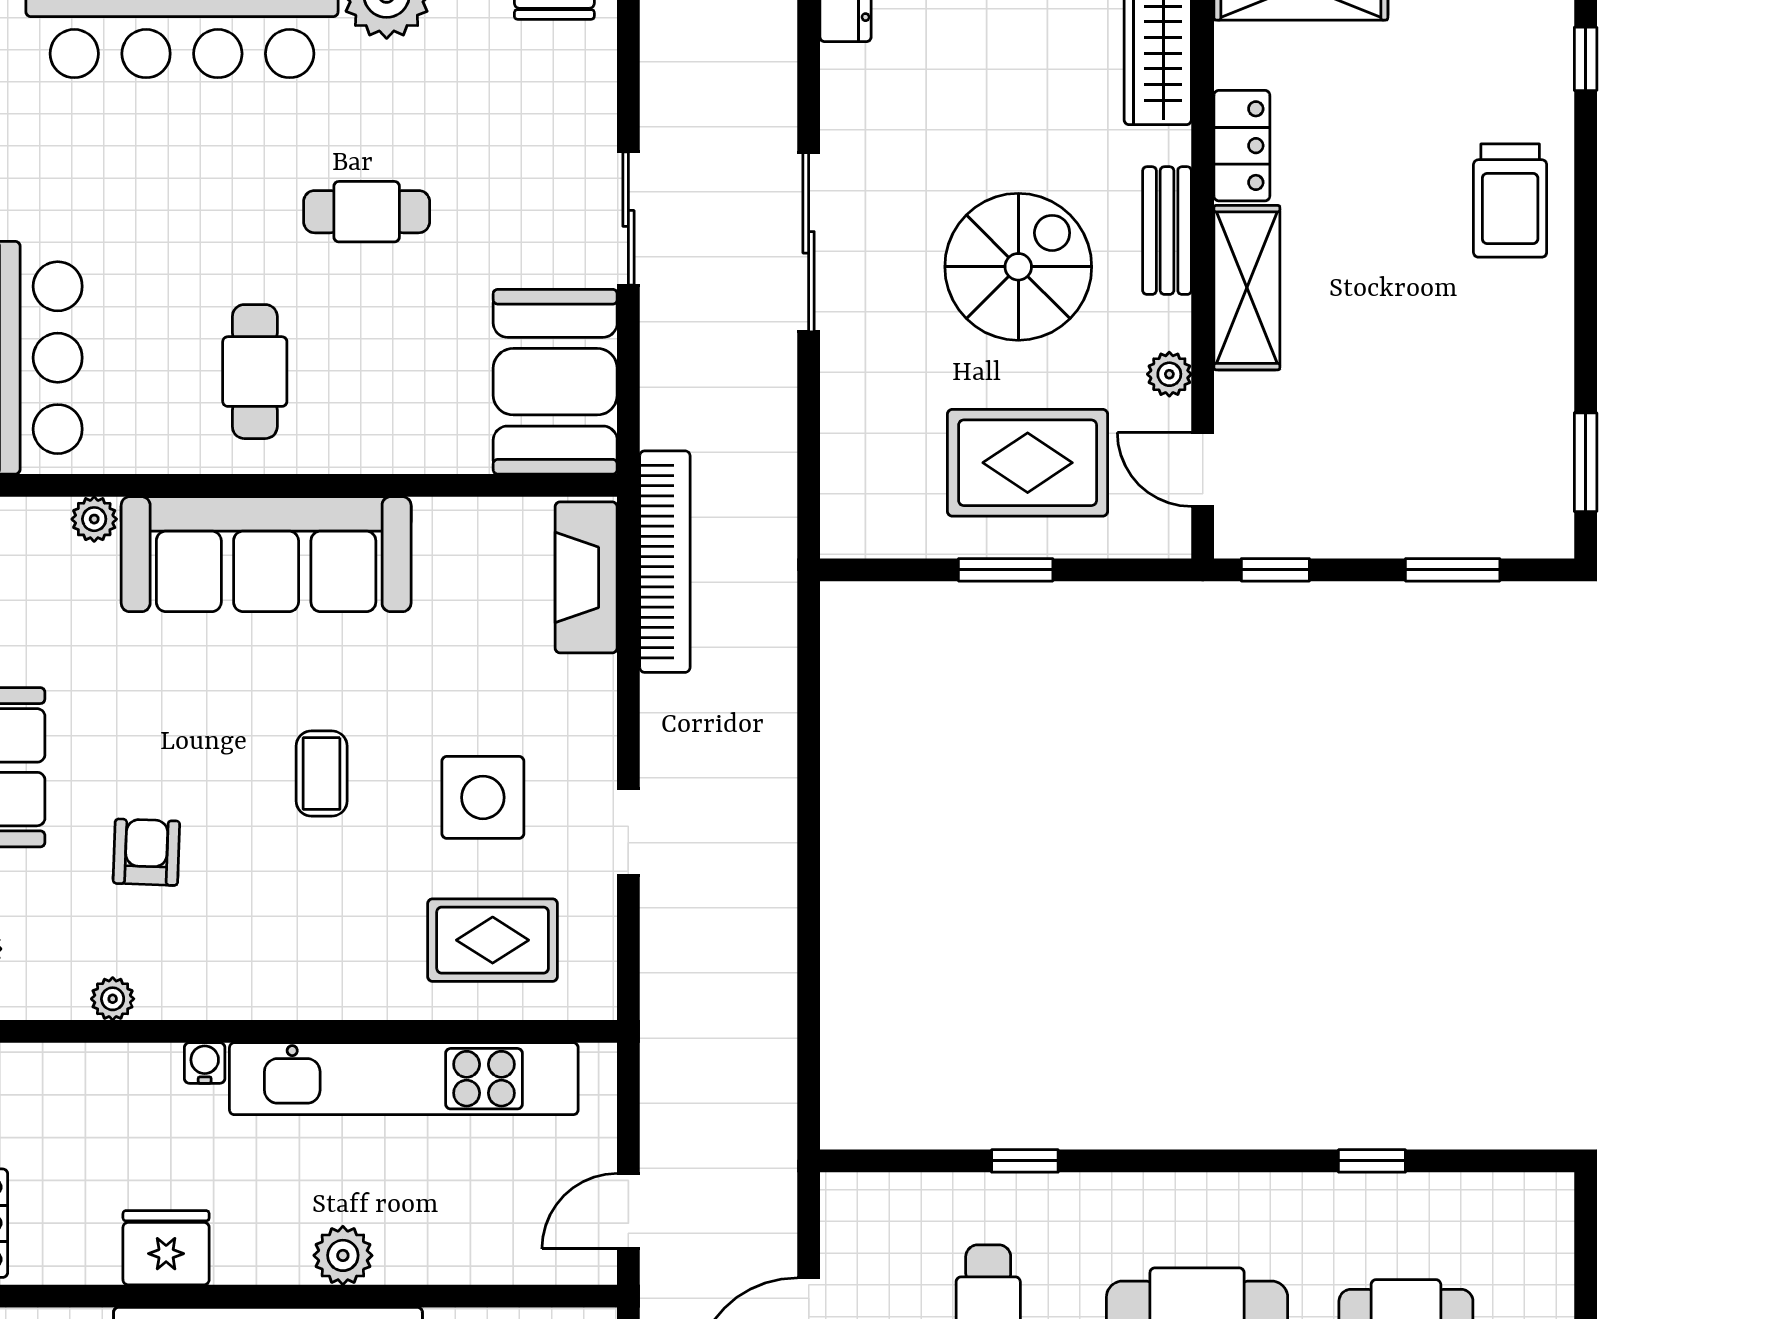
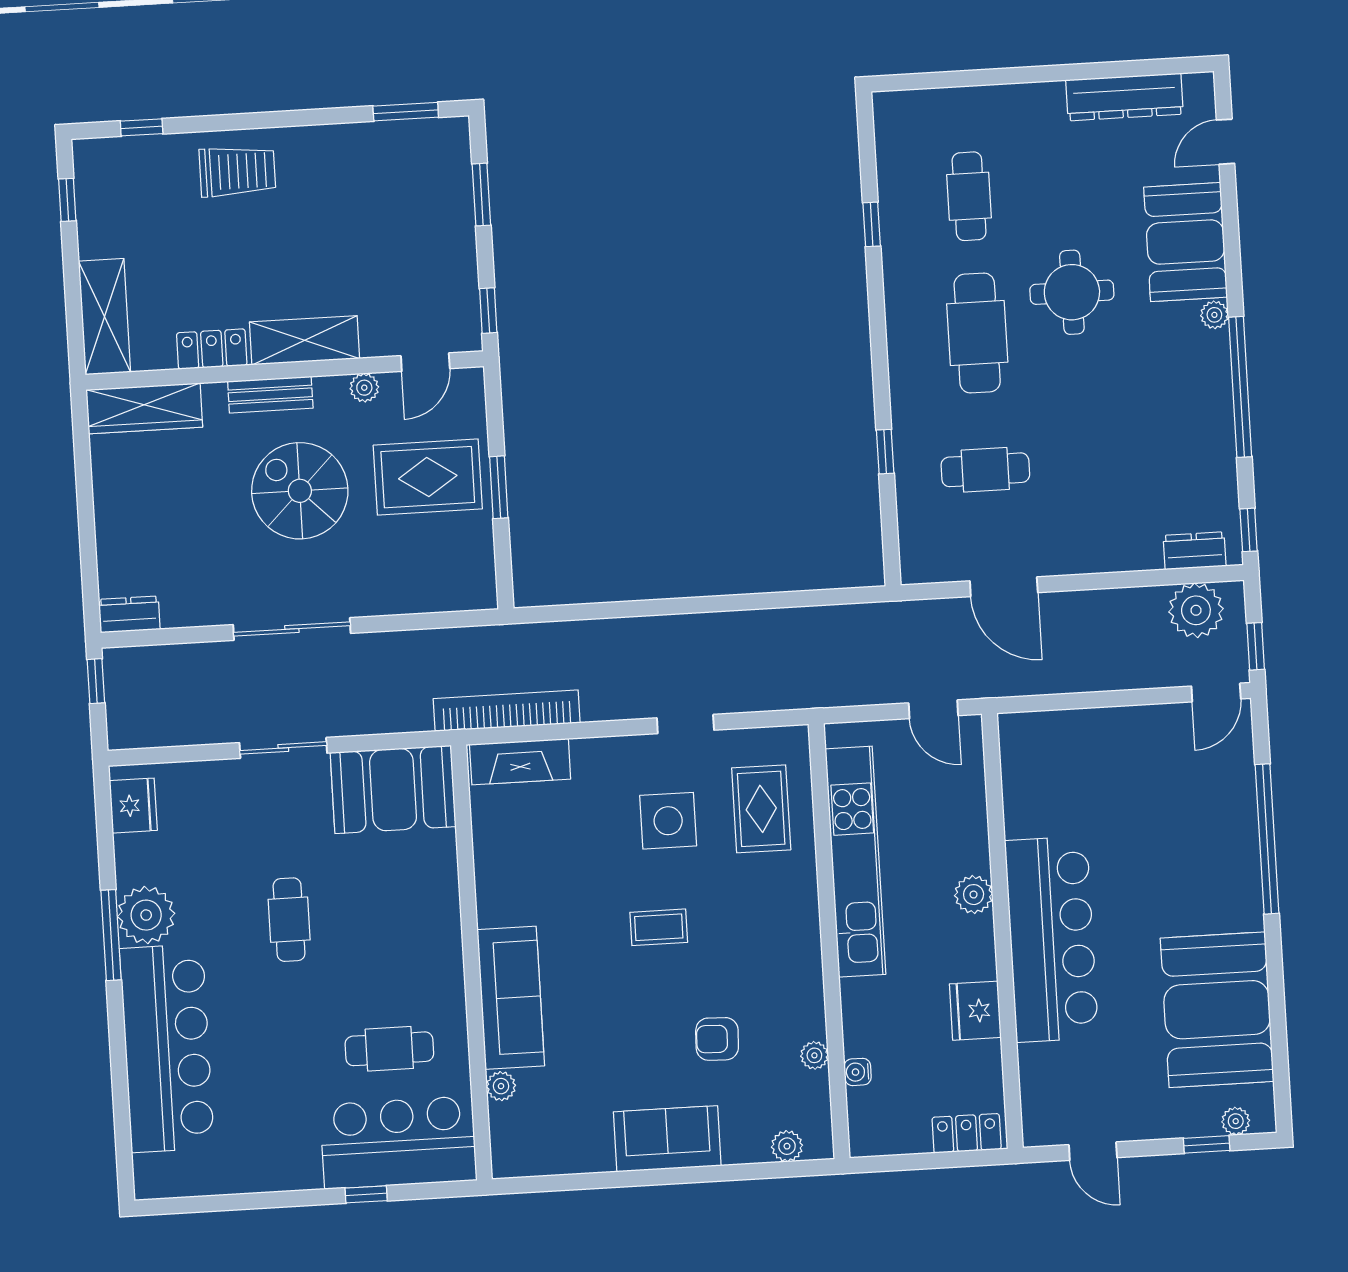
cafe table: (255, 372) -> (389, 1049), moved
rug: (1028, 463) -> (428, 477), turned 90
sofa: (266, 554) -> (511, 998), width x0.74, depth x0.79
water cooler: (205, 1063) -> (858, 1072), moved

